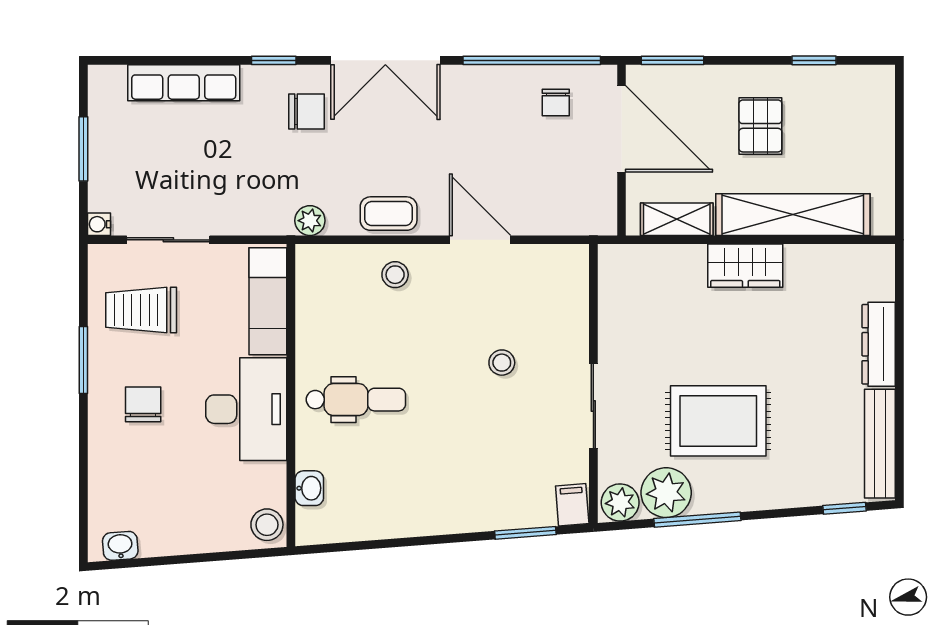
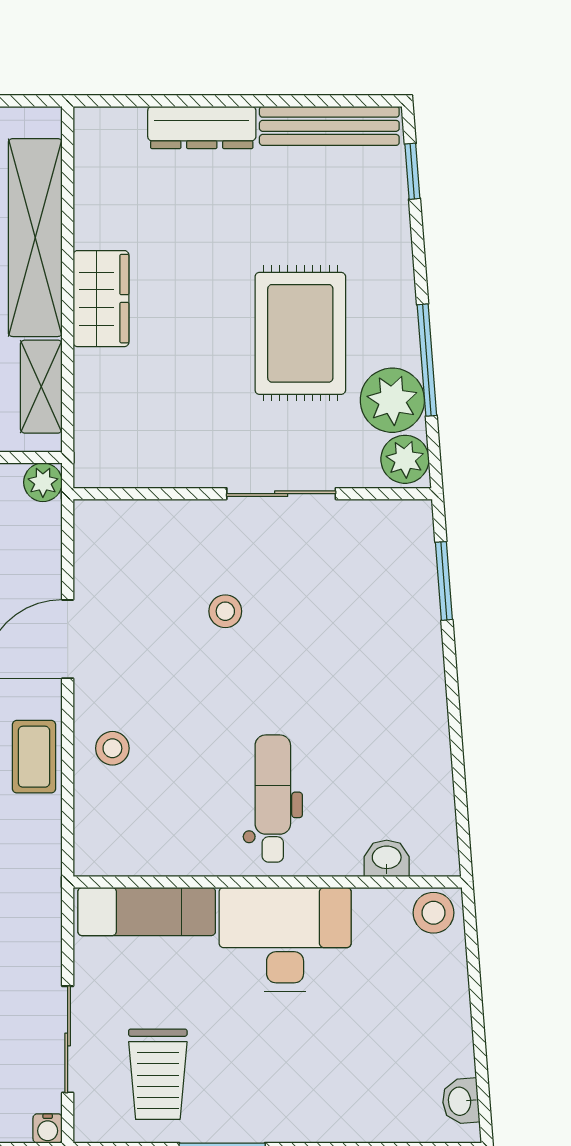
plant: (310, 221) -> (43, 482), moved
chair: (143, 404) -> (279, 1072), removed
filing cabinet: (572, 505) -> (408, 521), removed

